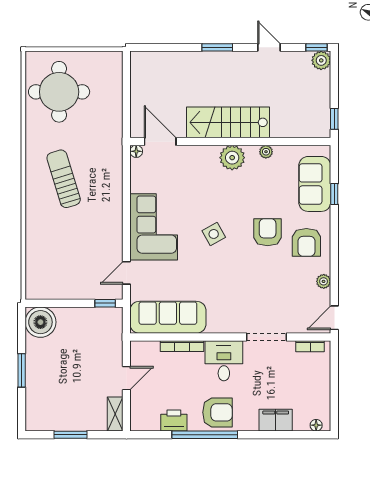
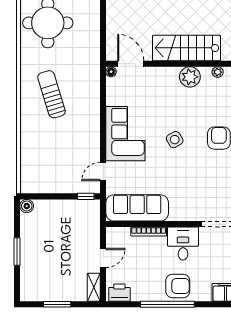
boiler: (40, 322) -> (27, 206), width x0.54, depth x0.54
printer: (174, 420) -> (119, 293), moved

